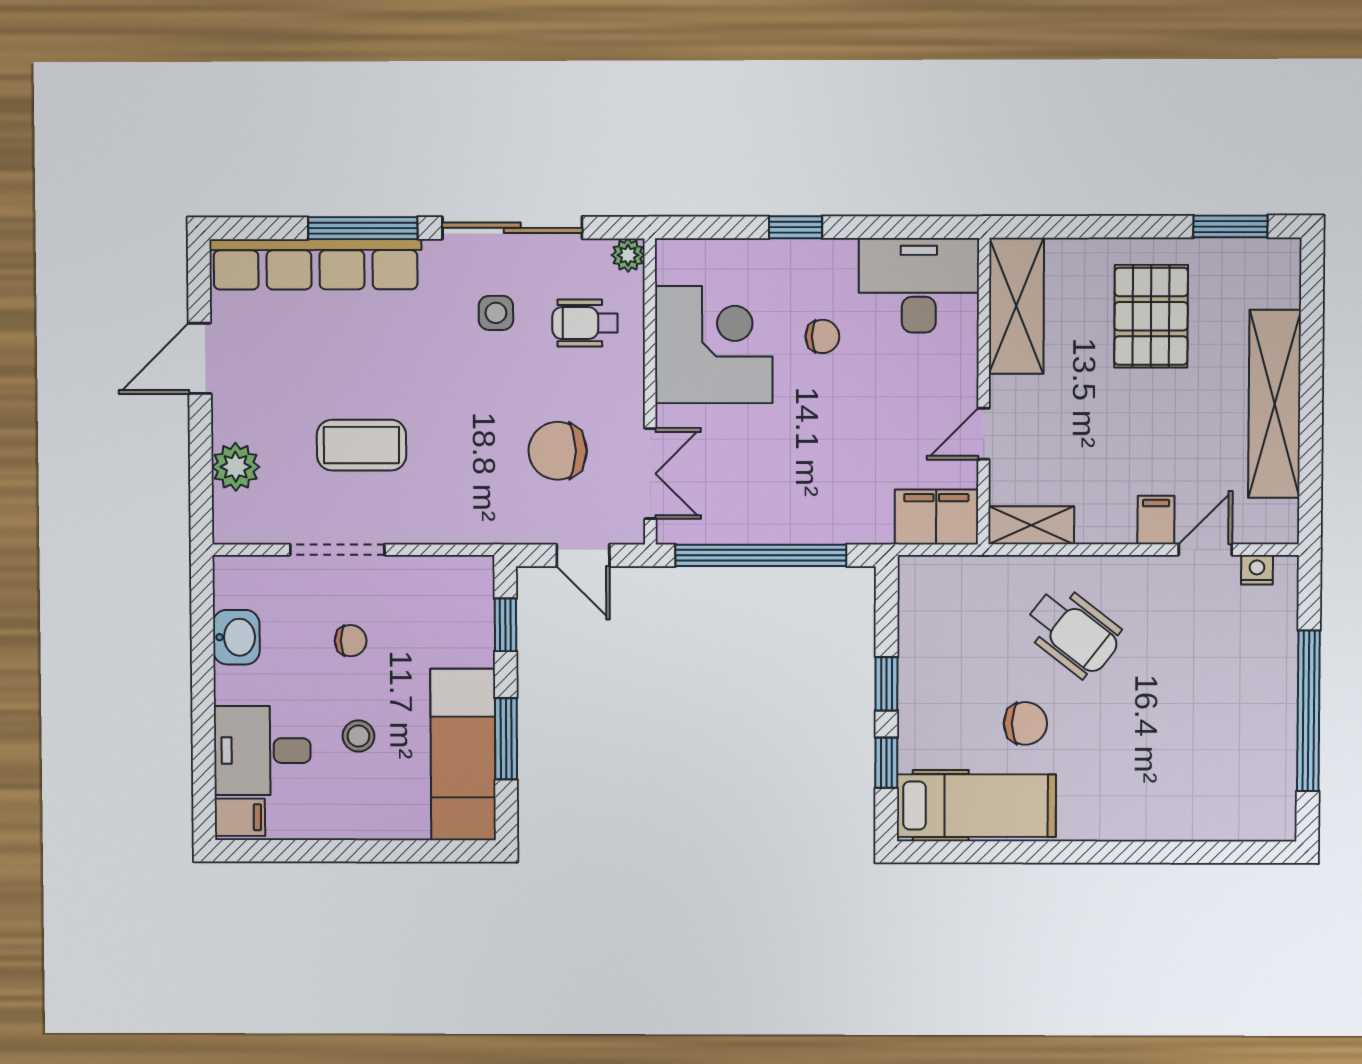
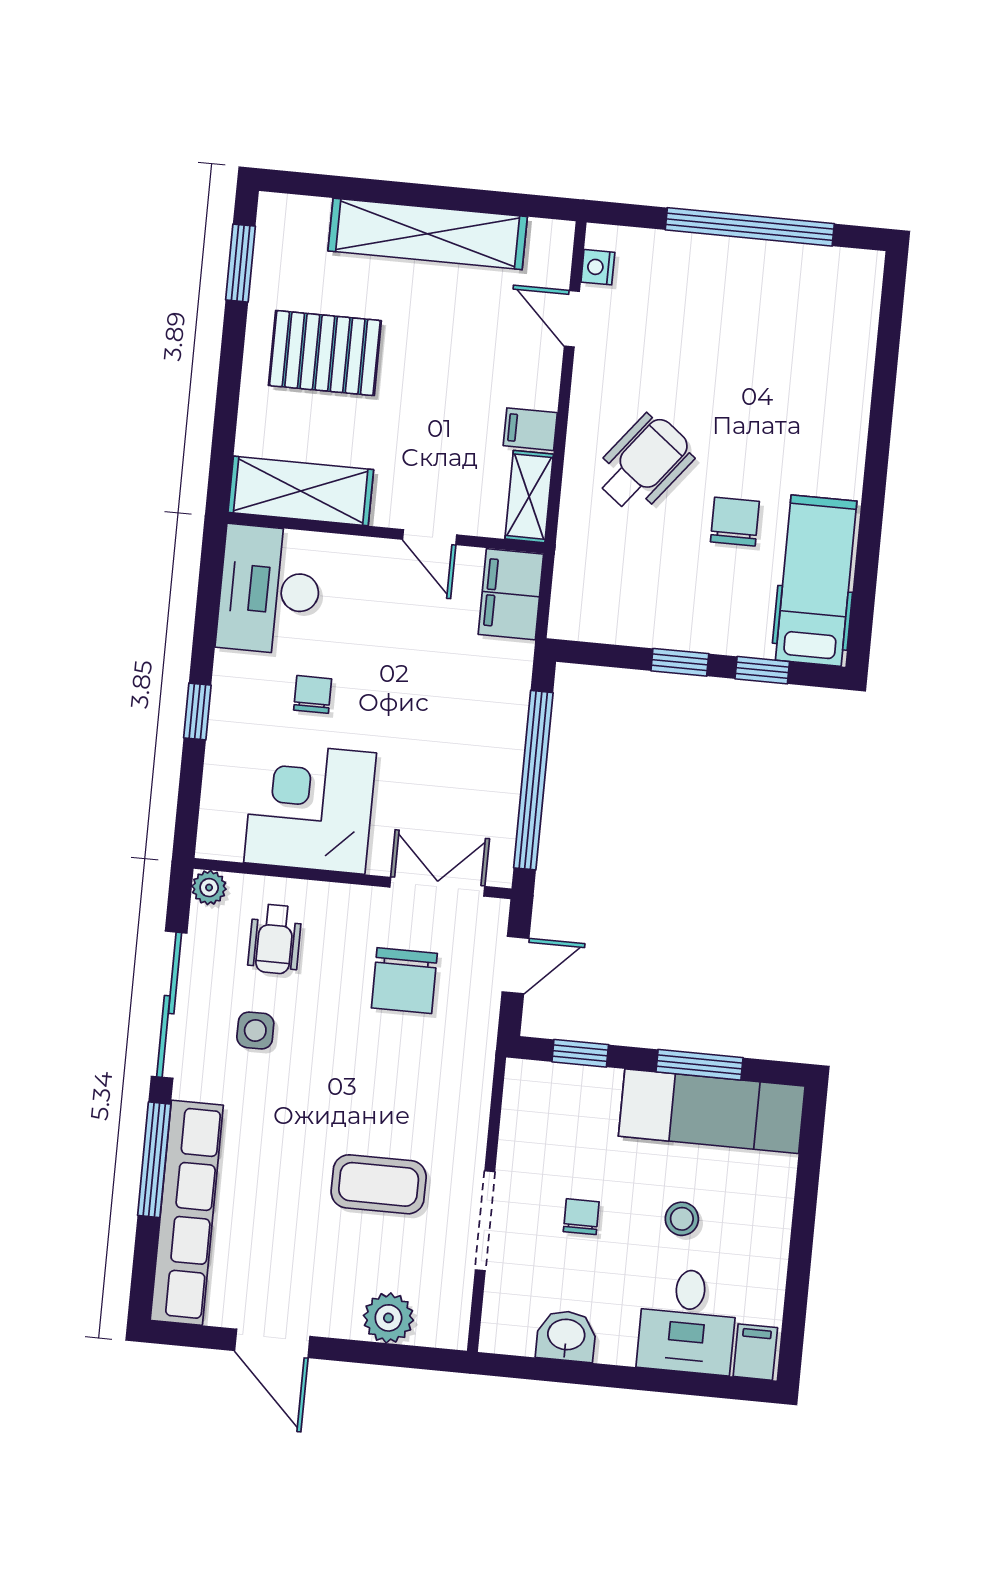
coffee table: (361, 445) -> (379, 1184), turned 90
filing cabinet: (1156, 520) -> (530, 429), moved

